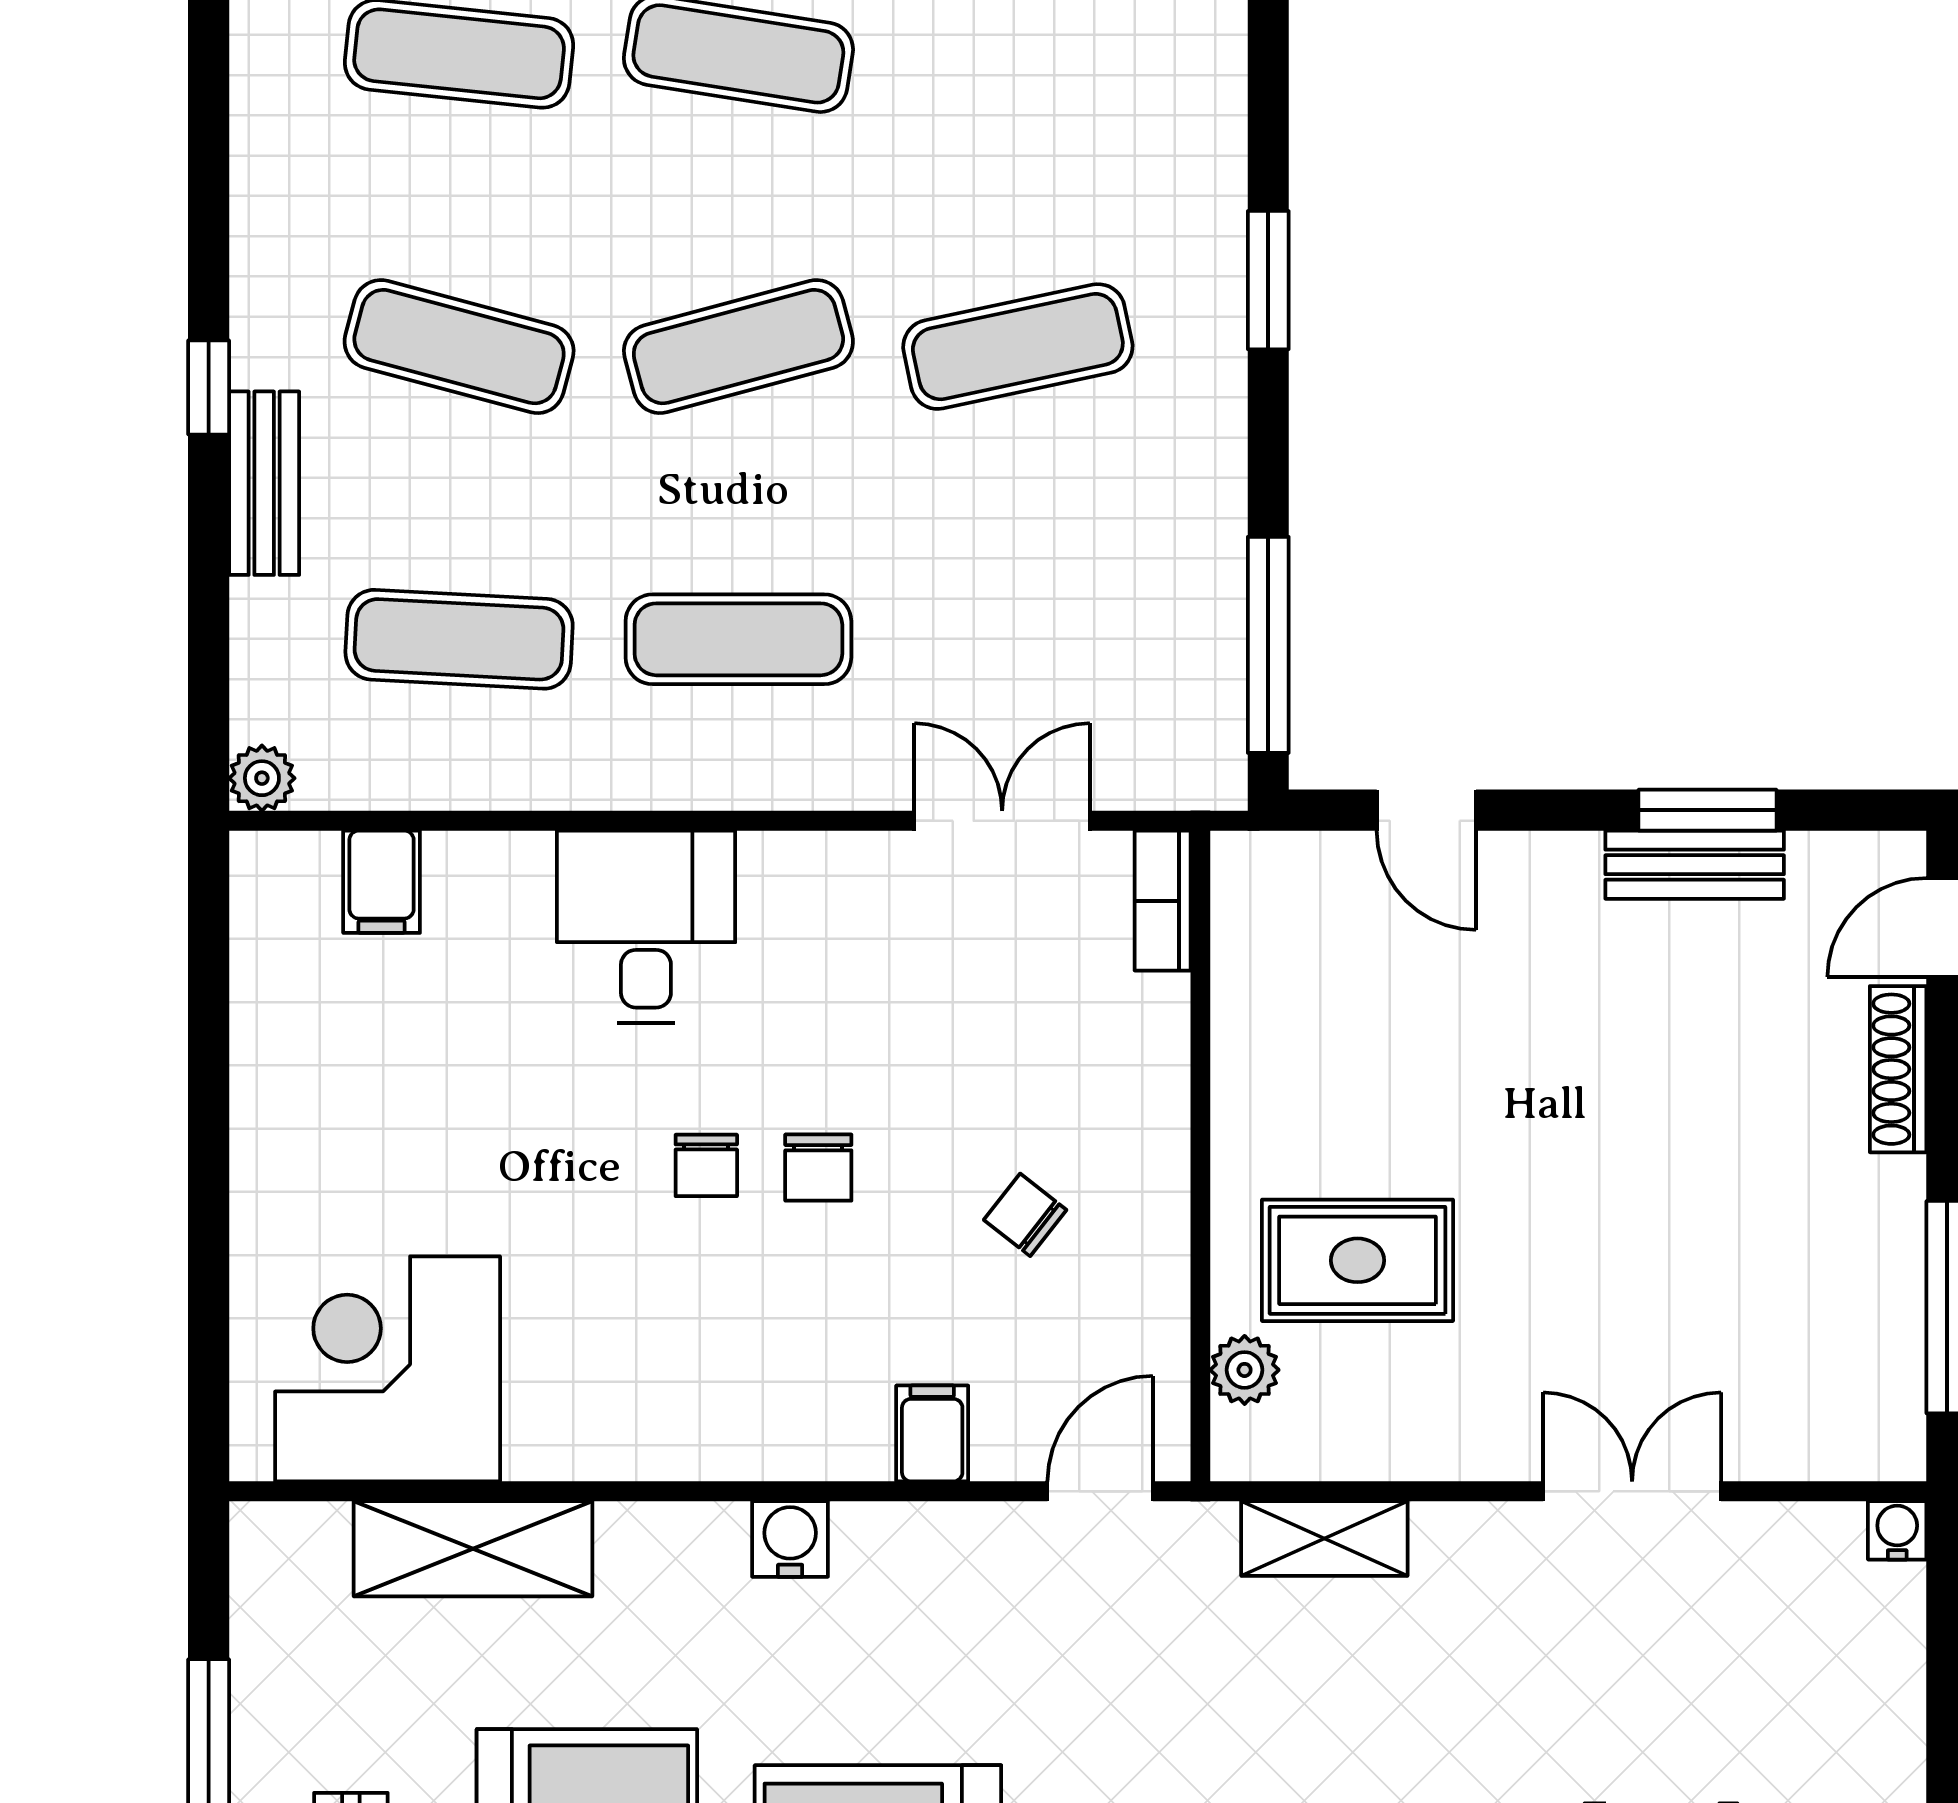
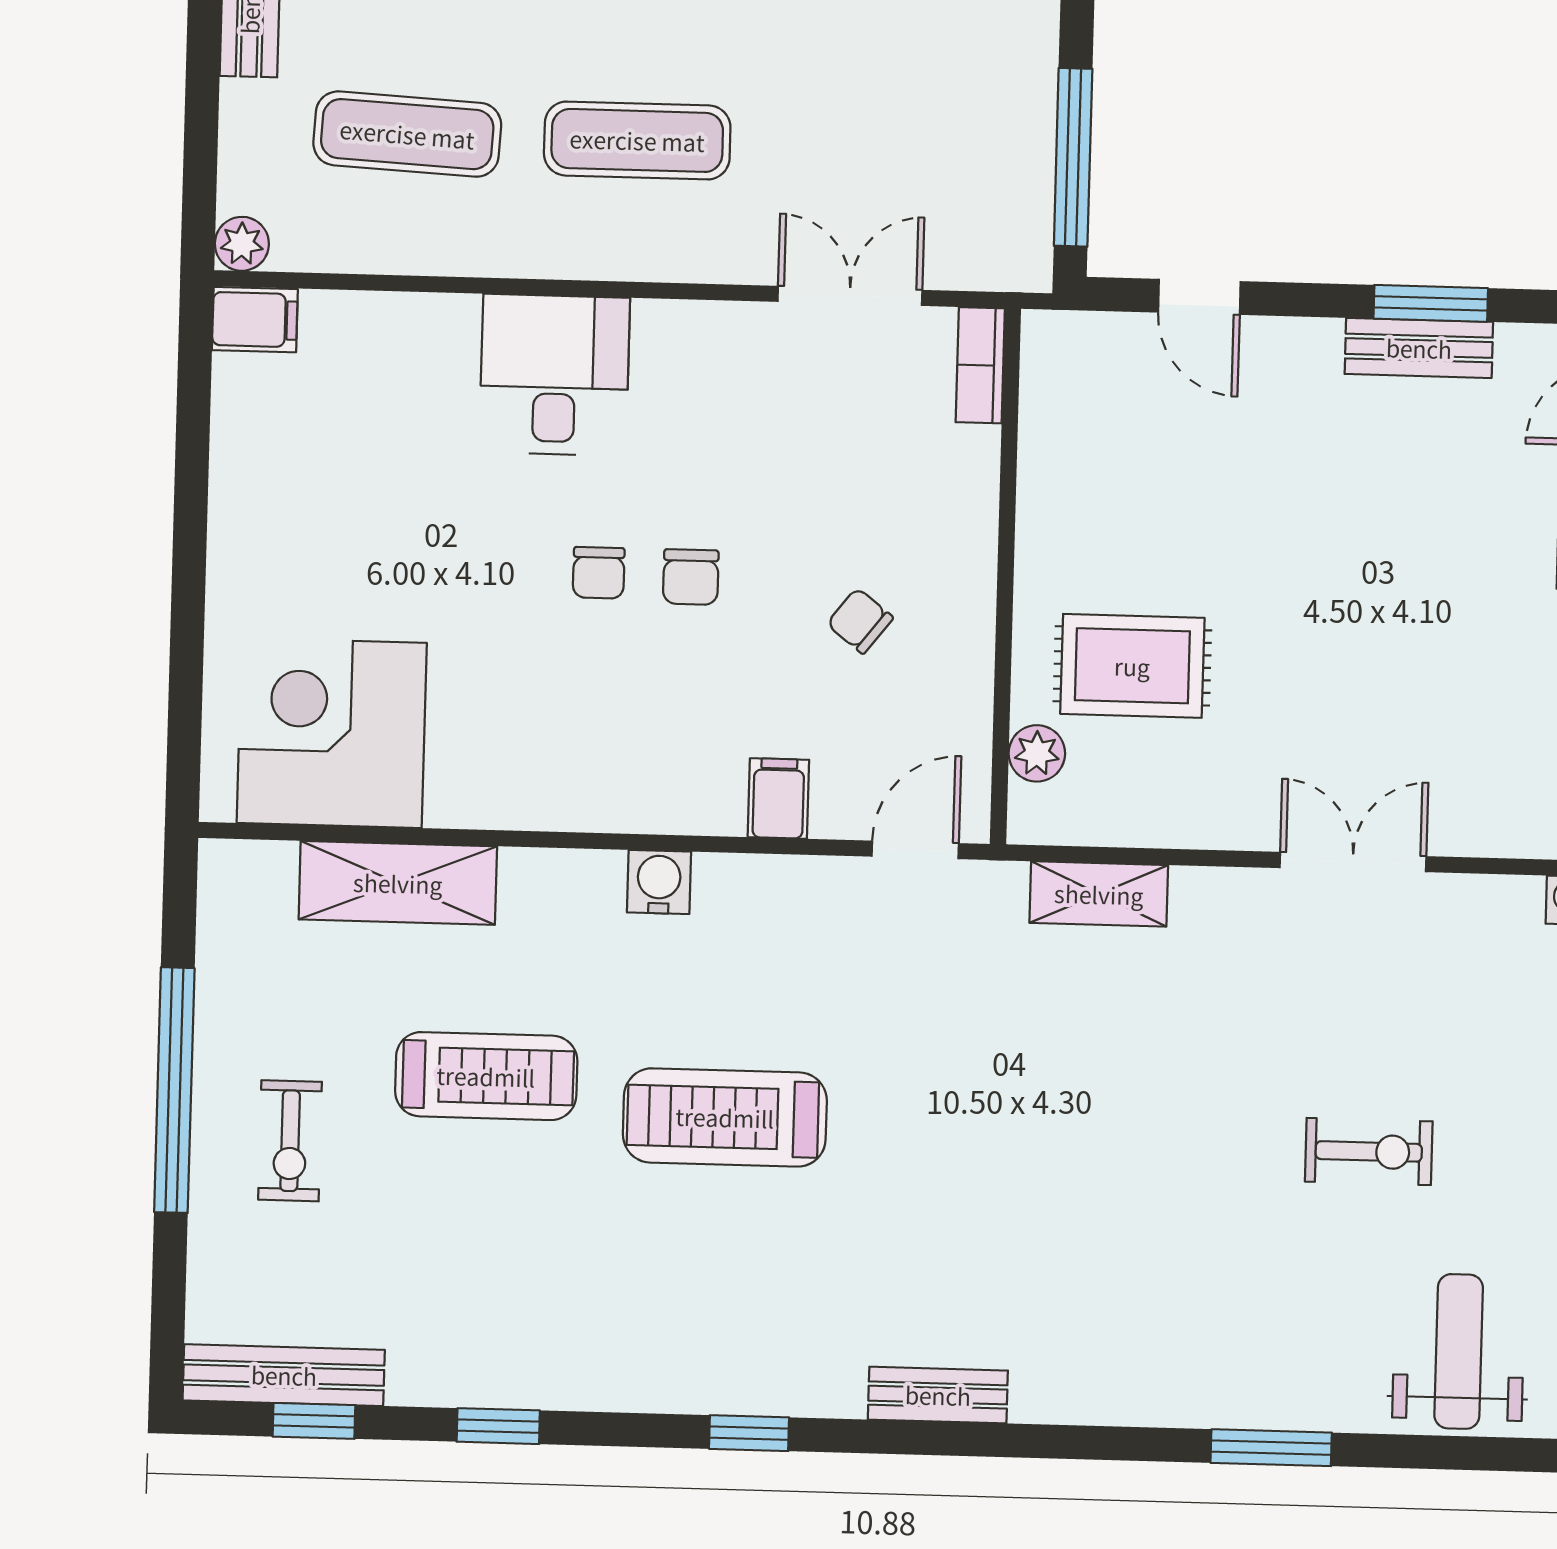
filing cabinet: (382, 882) -> (255, 320), moved, turned -90

